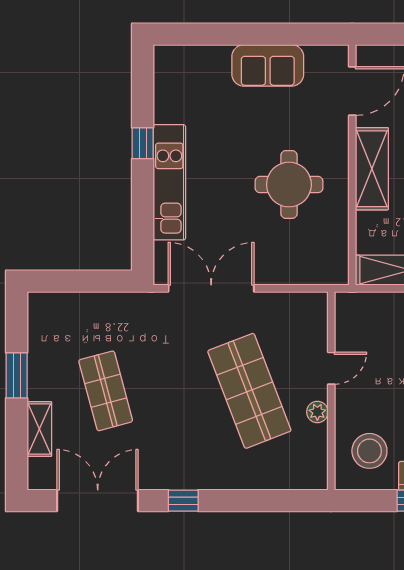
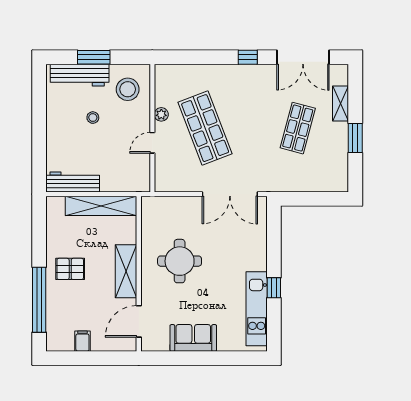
kitchen unit: (169, 182) -> (257, 309), moved
shop shelf: (106, 391) -> (298, 128), turned 30

